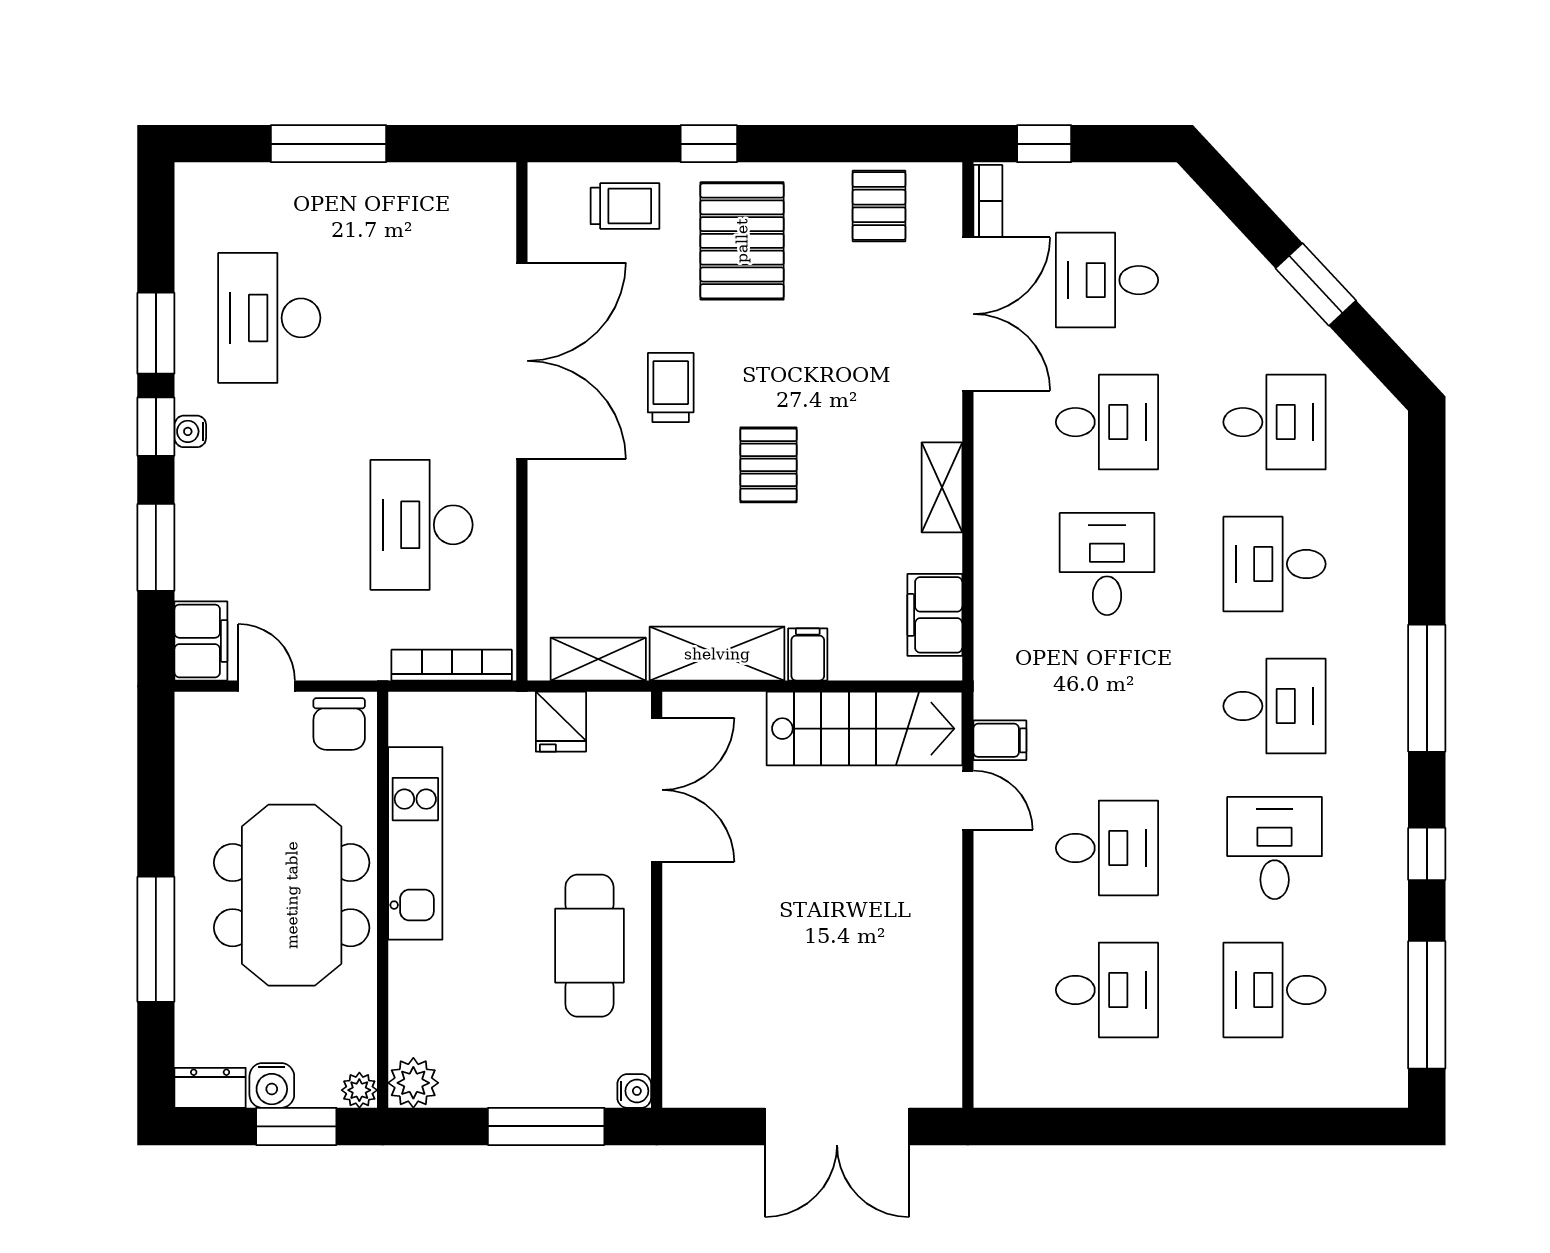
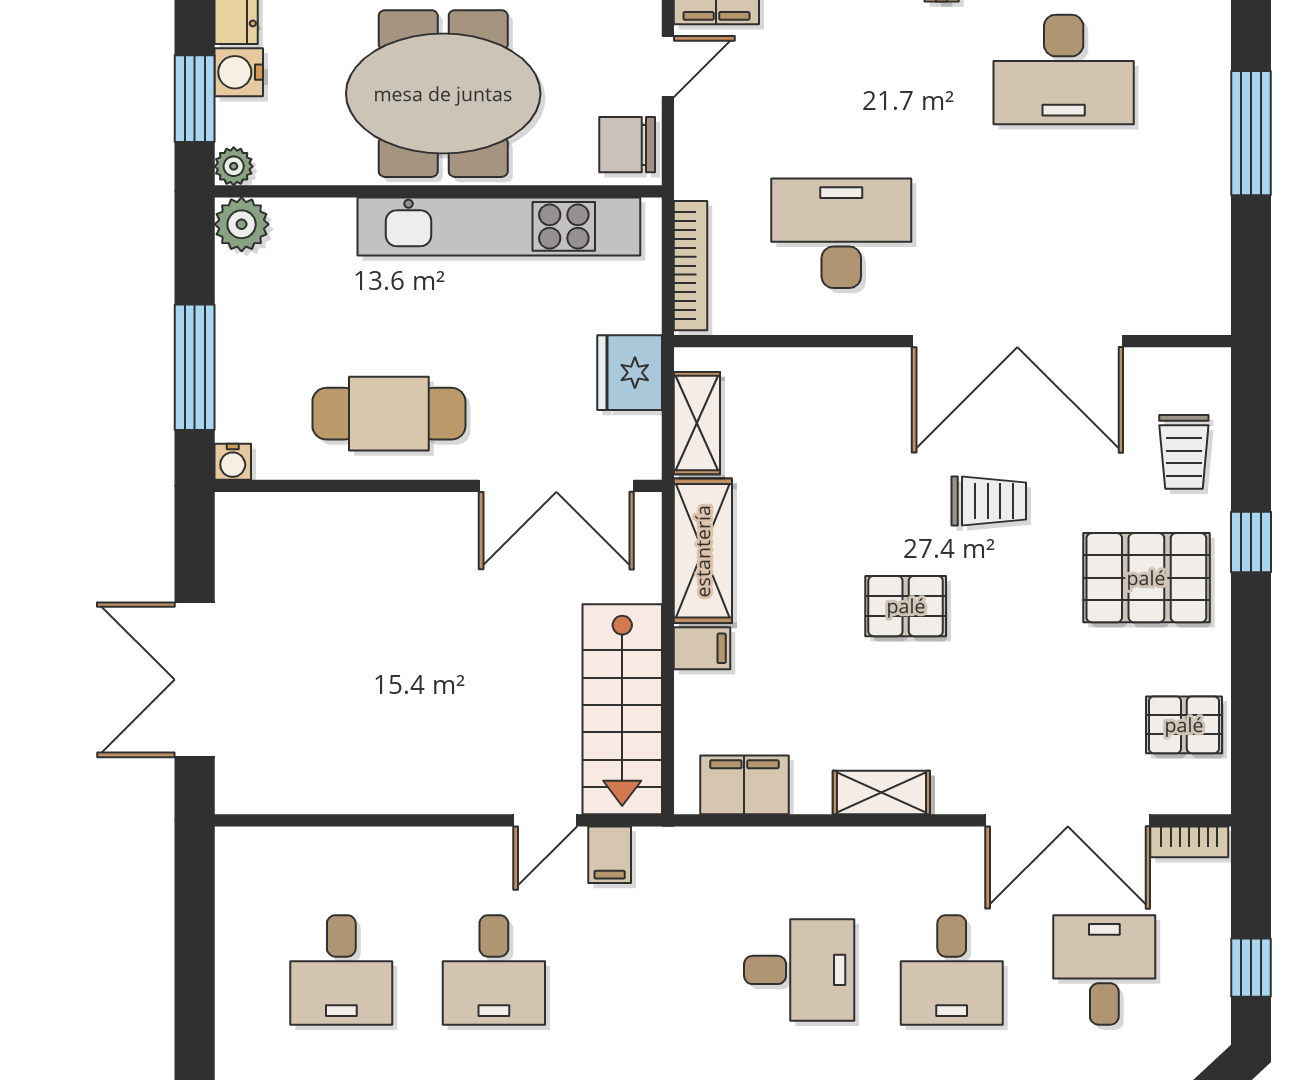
window: (1044, 144) -> (1251, 968), moved
desk: (269, 318) -> (1064, 70), turned 180
fridge: (561, 722) -> (630, 373), width x1.38
kitchen unit: (415, 843) -> (499, 226), width x1.36

